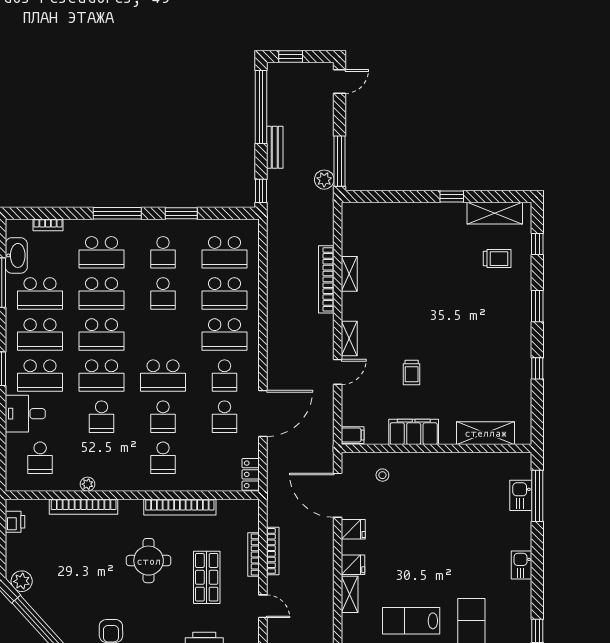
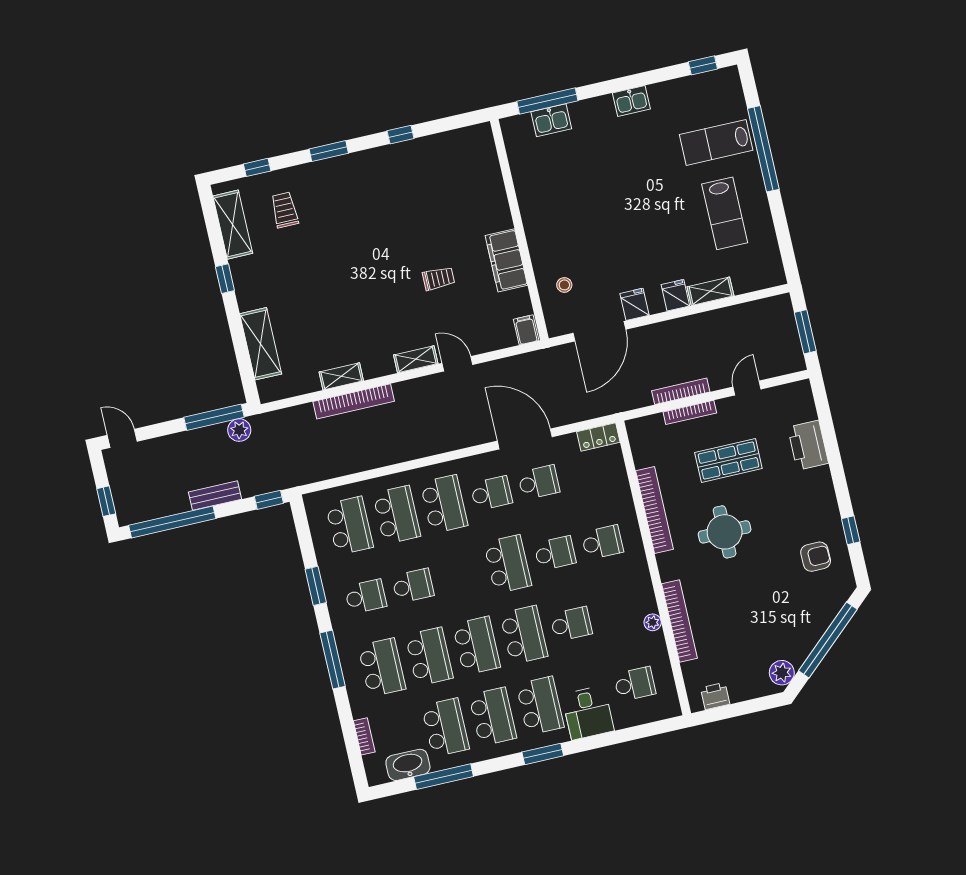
shelving: (486, 433) -> (261, 344), moved

